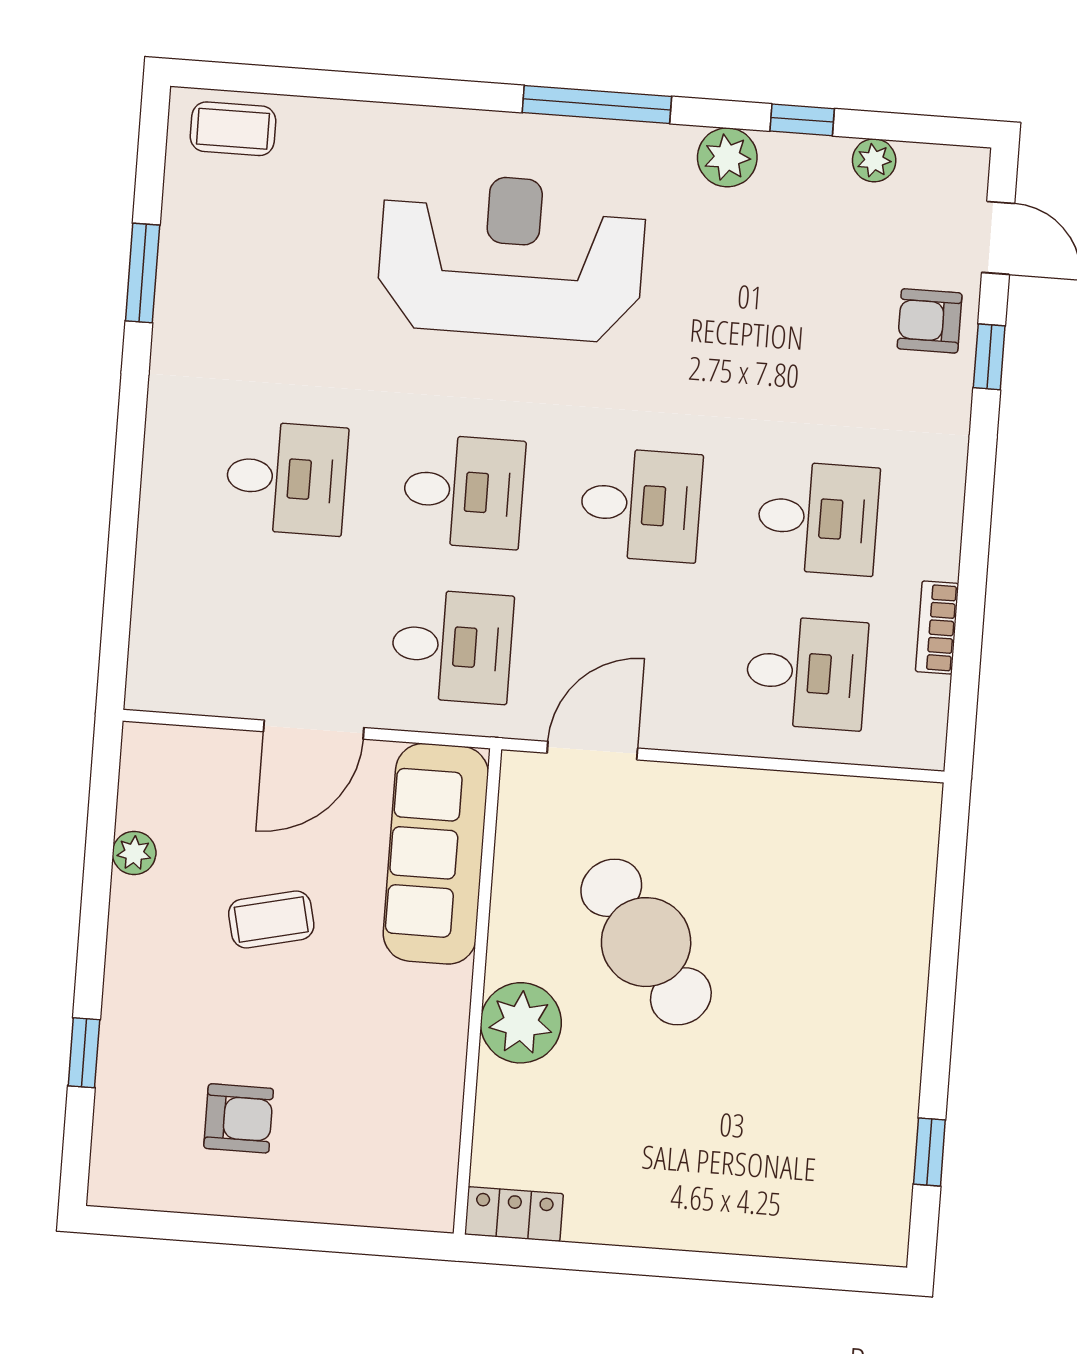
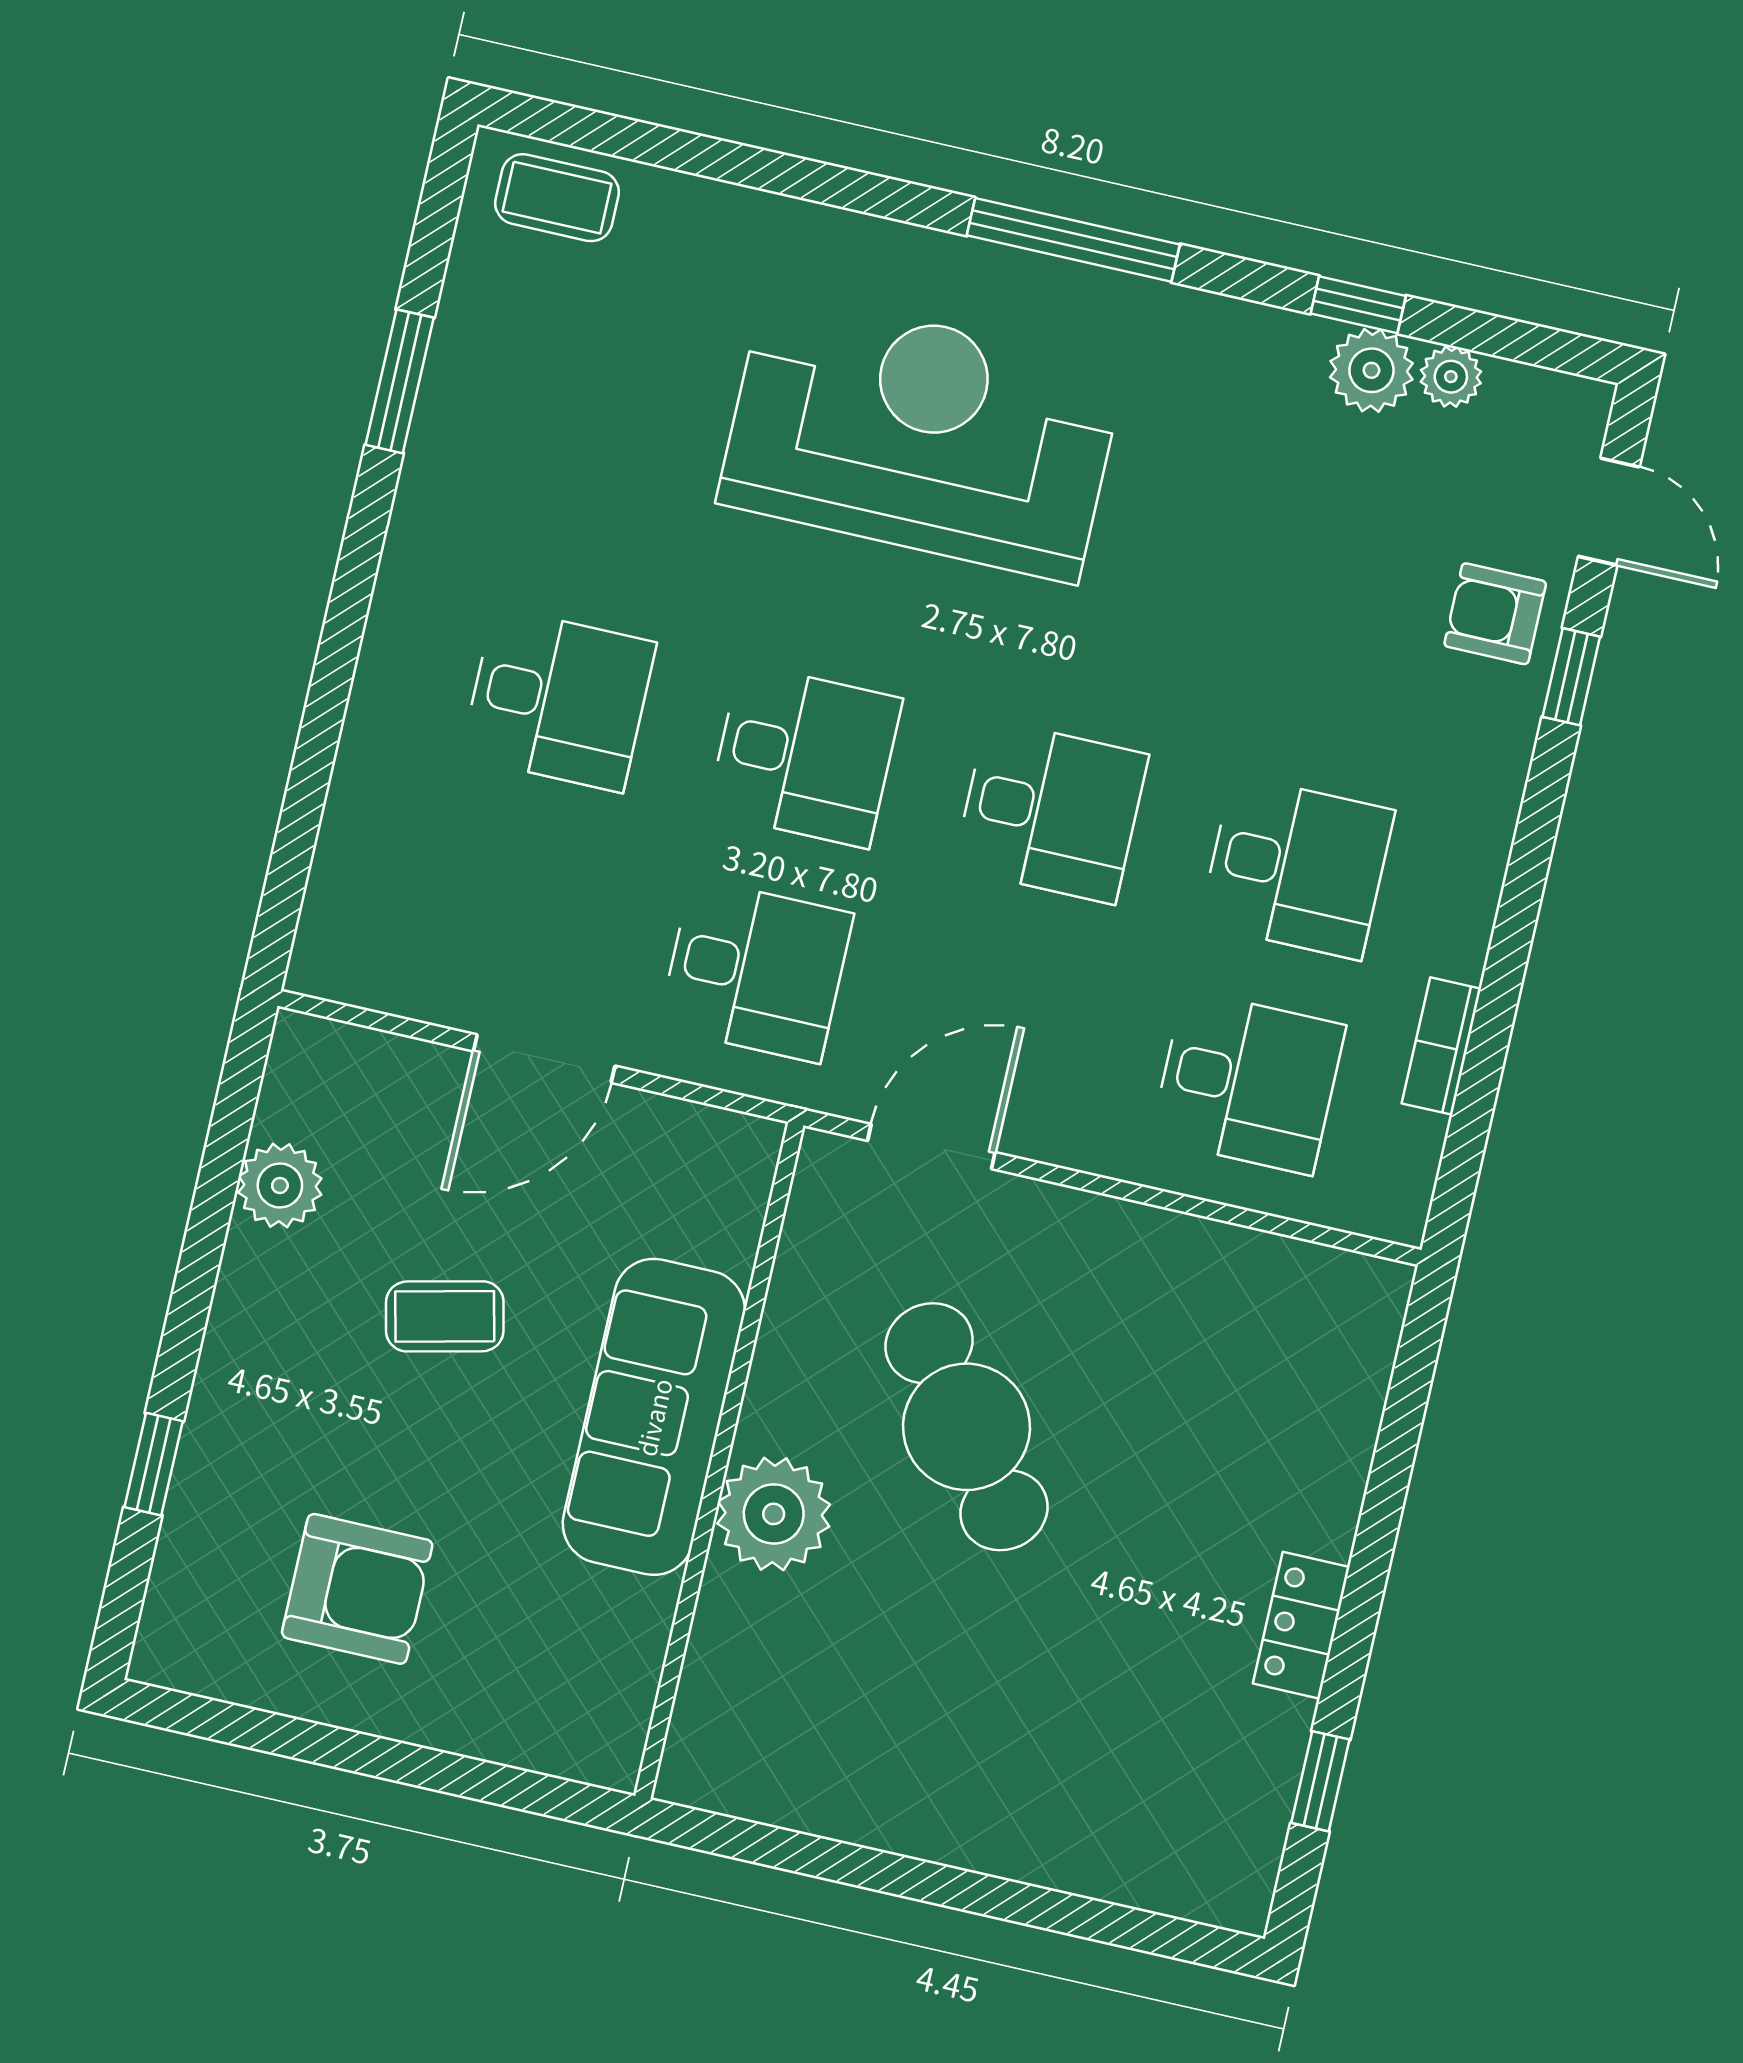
plant: (727, 157) -> (1371, 370), moved
plant: (134, 853) -> (280, 1185), width x1.38, depth x1.38
sofa: (436, 854) -> (654, 1417), moved
armchair: (239, 1118) -> (357, 1589), width x1.38, depth x1.38
locker: (514, 1214) -> (1301, 1625), moved, turned -90

